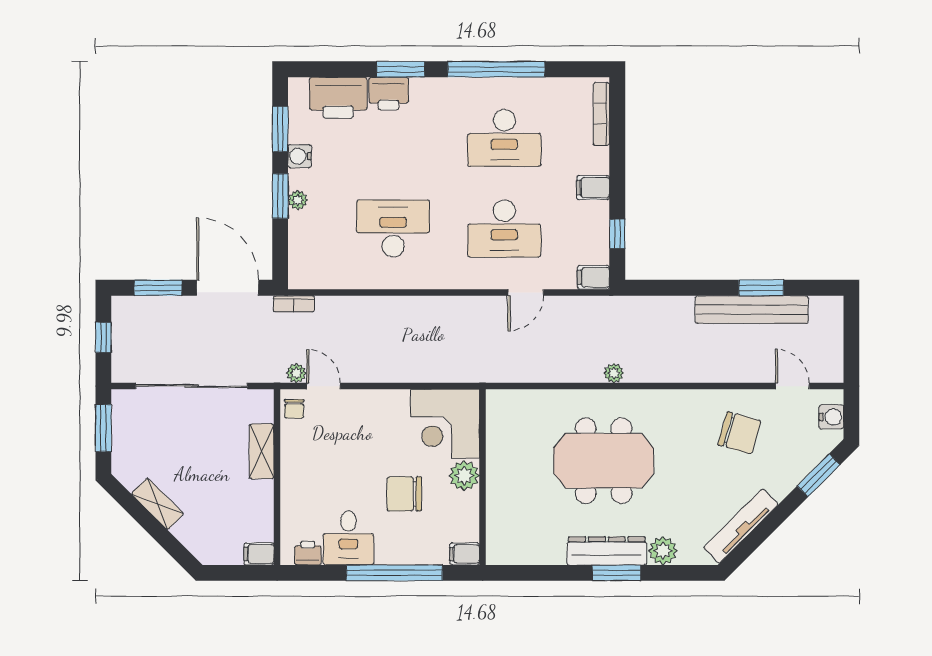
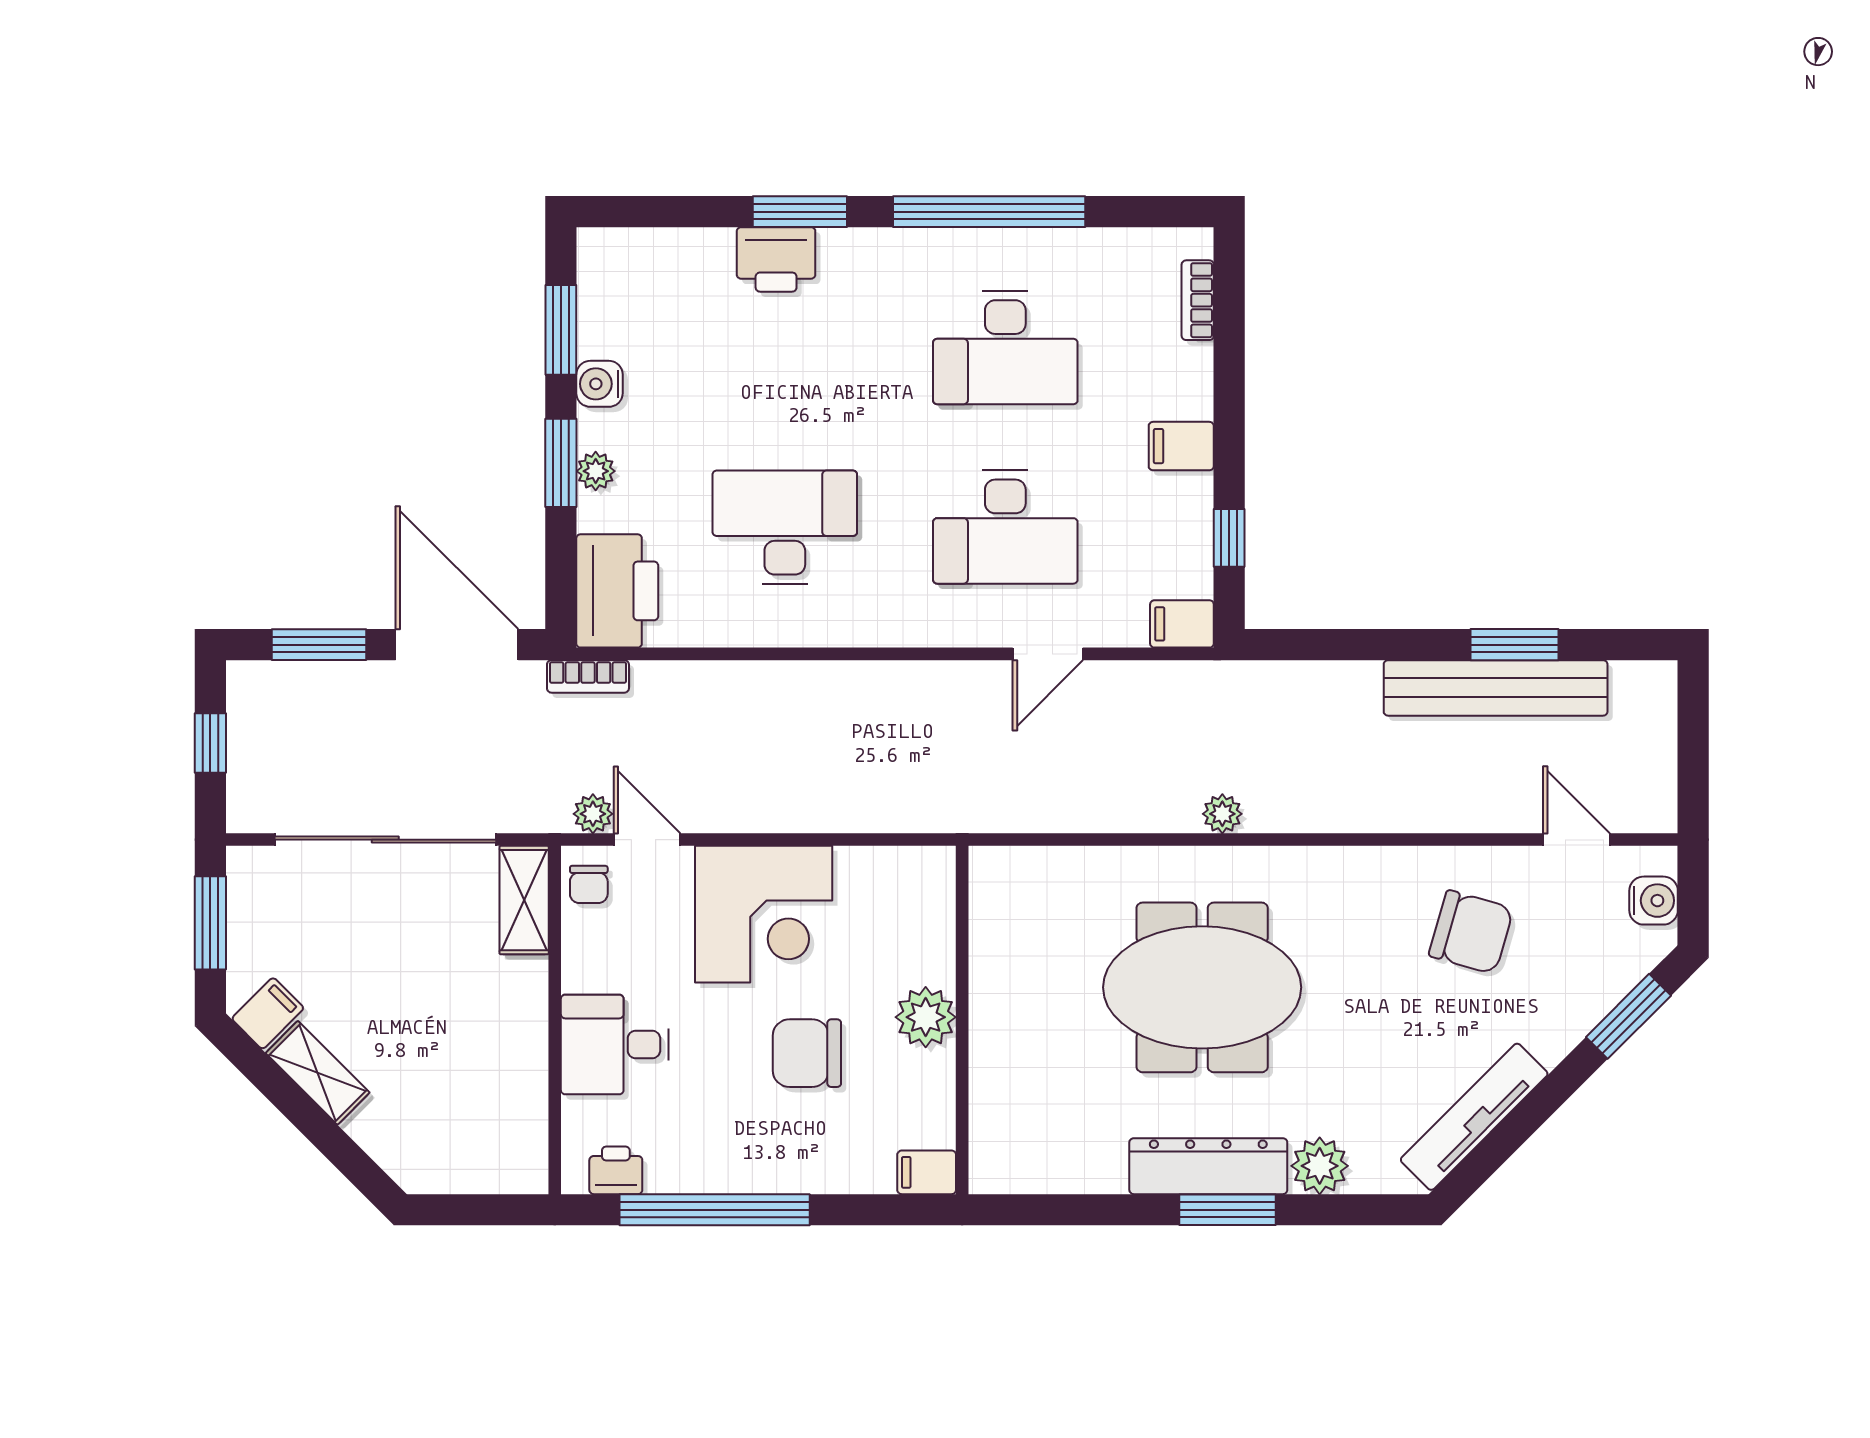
printer: (338, 98) -> (617, 591), moved, turned -90
bookcase: (601, 114) -> (1198, 300), width x0.64
corner desk: (445, 424) -> (764, 914), moved, turned -90
shelving: (262, 451) -> (524, 900), moved
desk: (348, 538) -> (615, 1045), moved, turned 90
filing cabinet: (259, 554) -> (268, 1013), moved, turned 135
window: (394, 573) -> (715, 1210), moved

